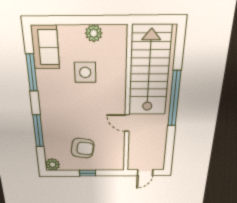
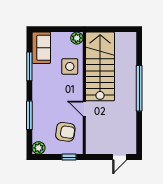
stairs: (149, 72) -> (100, 66), moved
wall: (127, 105) -> (84, 93), moved
door: (127, 123) -> (84, 109), moved

